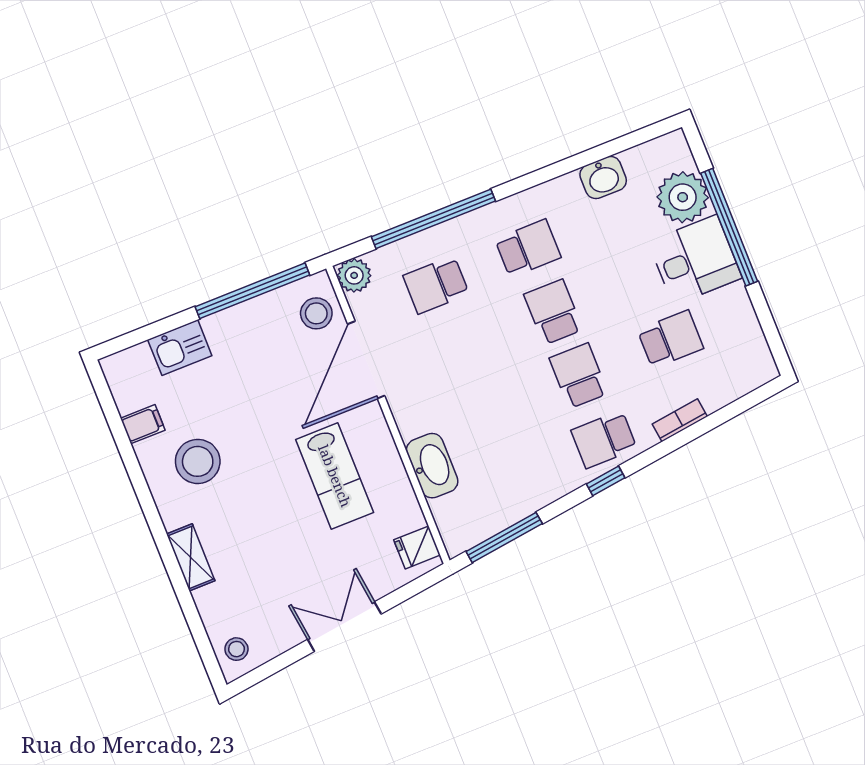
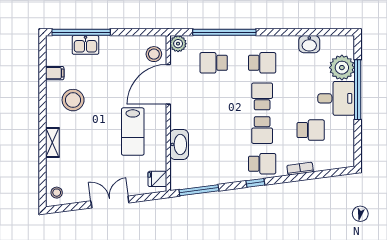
window: (252, 291) -> (81, 32), moved
school desk: (579, 376) -> (262, 130), turned 180
school desk: (604, 439) -> (262, 164), turned 180

